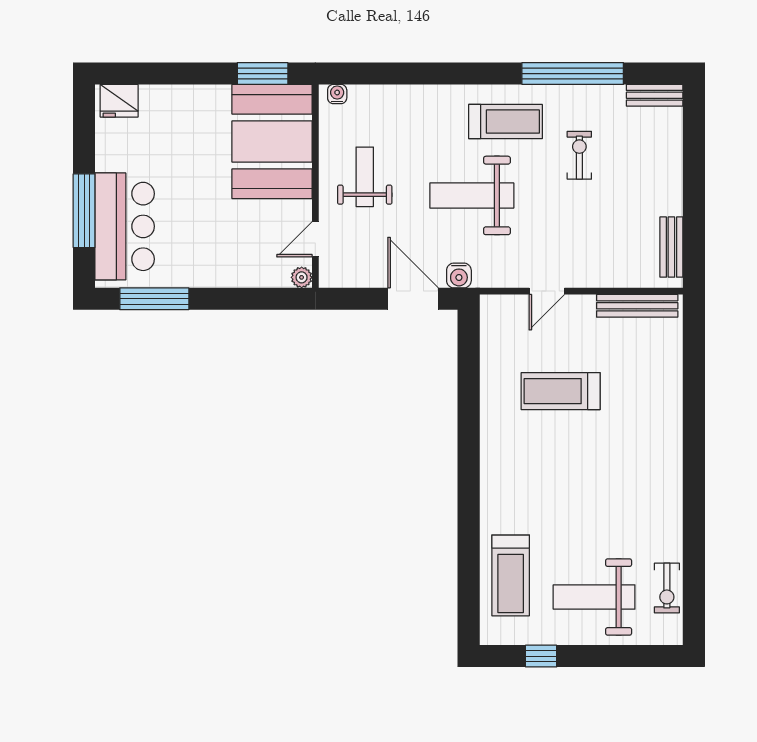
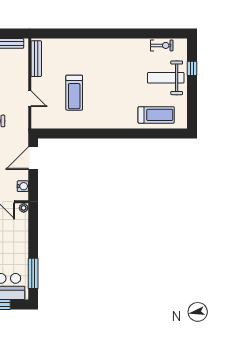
water cooler: (459, 275) -> (23, 186), moved
weight bench: (594, 597) -> (166, 78), turned 90
window: (541, 656) -> (192, 68), moved

